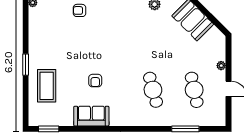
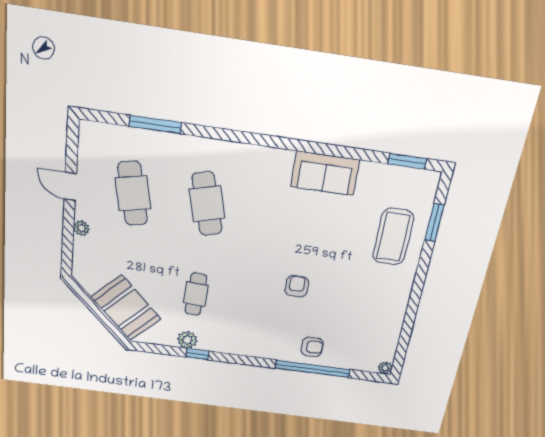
cafe table: (153, 35) -> (196, 294), added
window: (26, 65) -> (434, 223), moved
armchair: (95, 81) -> (297, 286), moved

